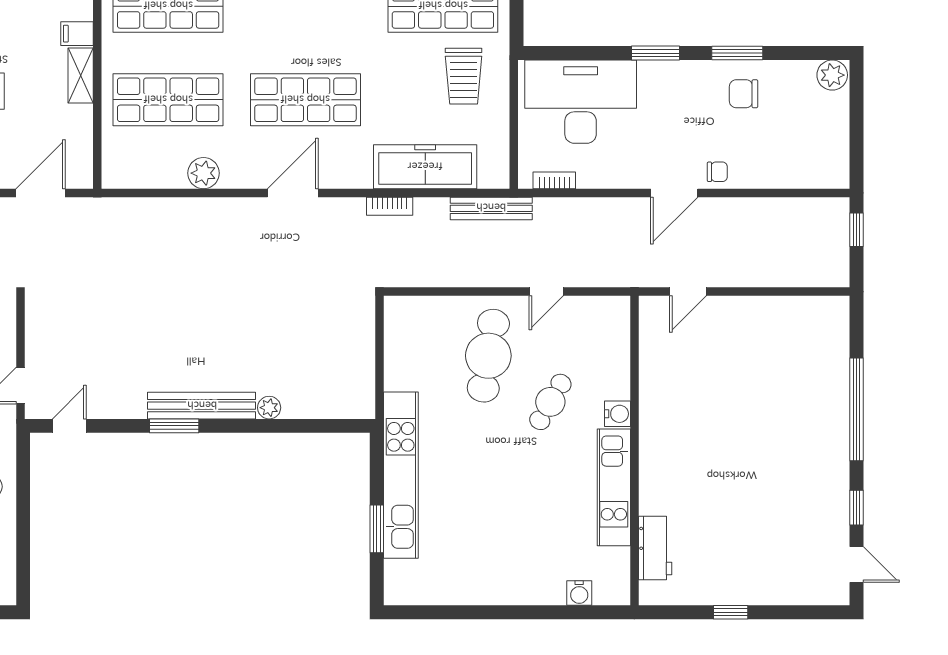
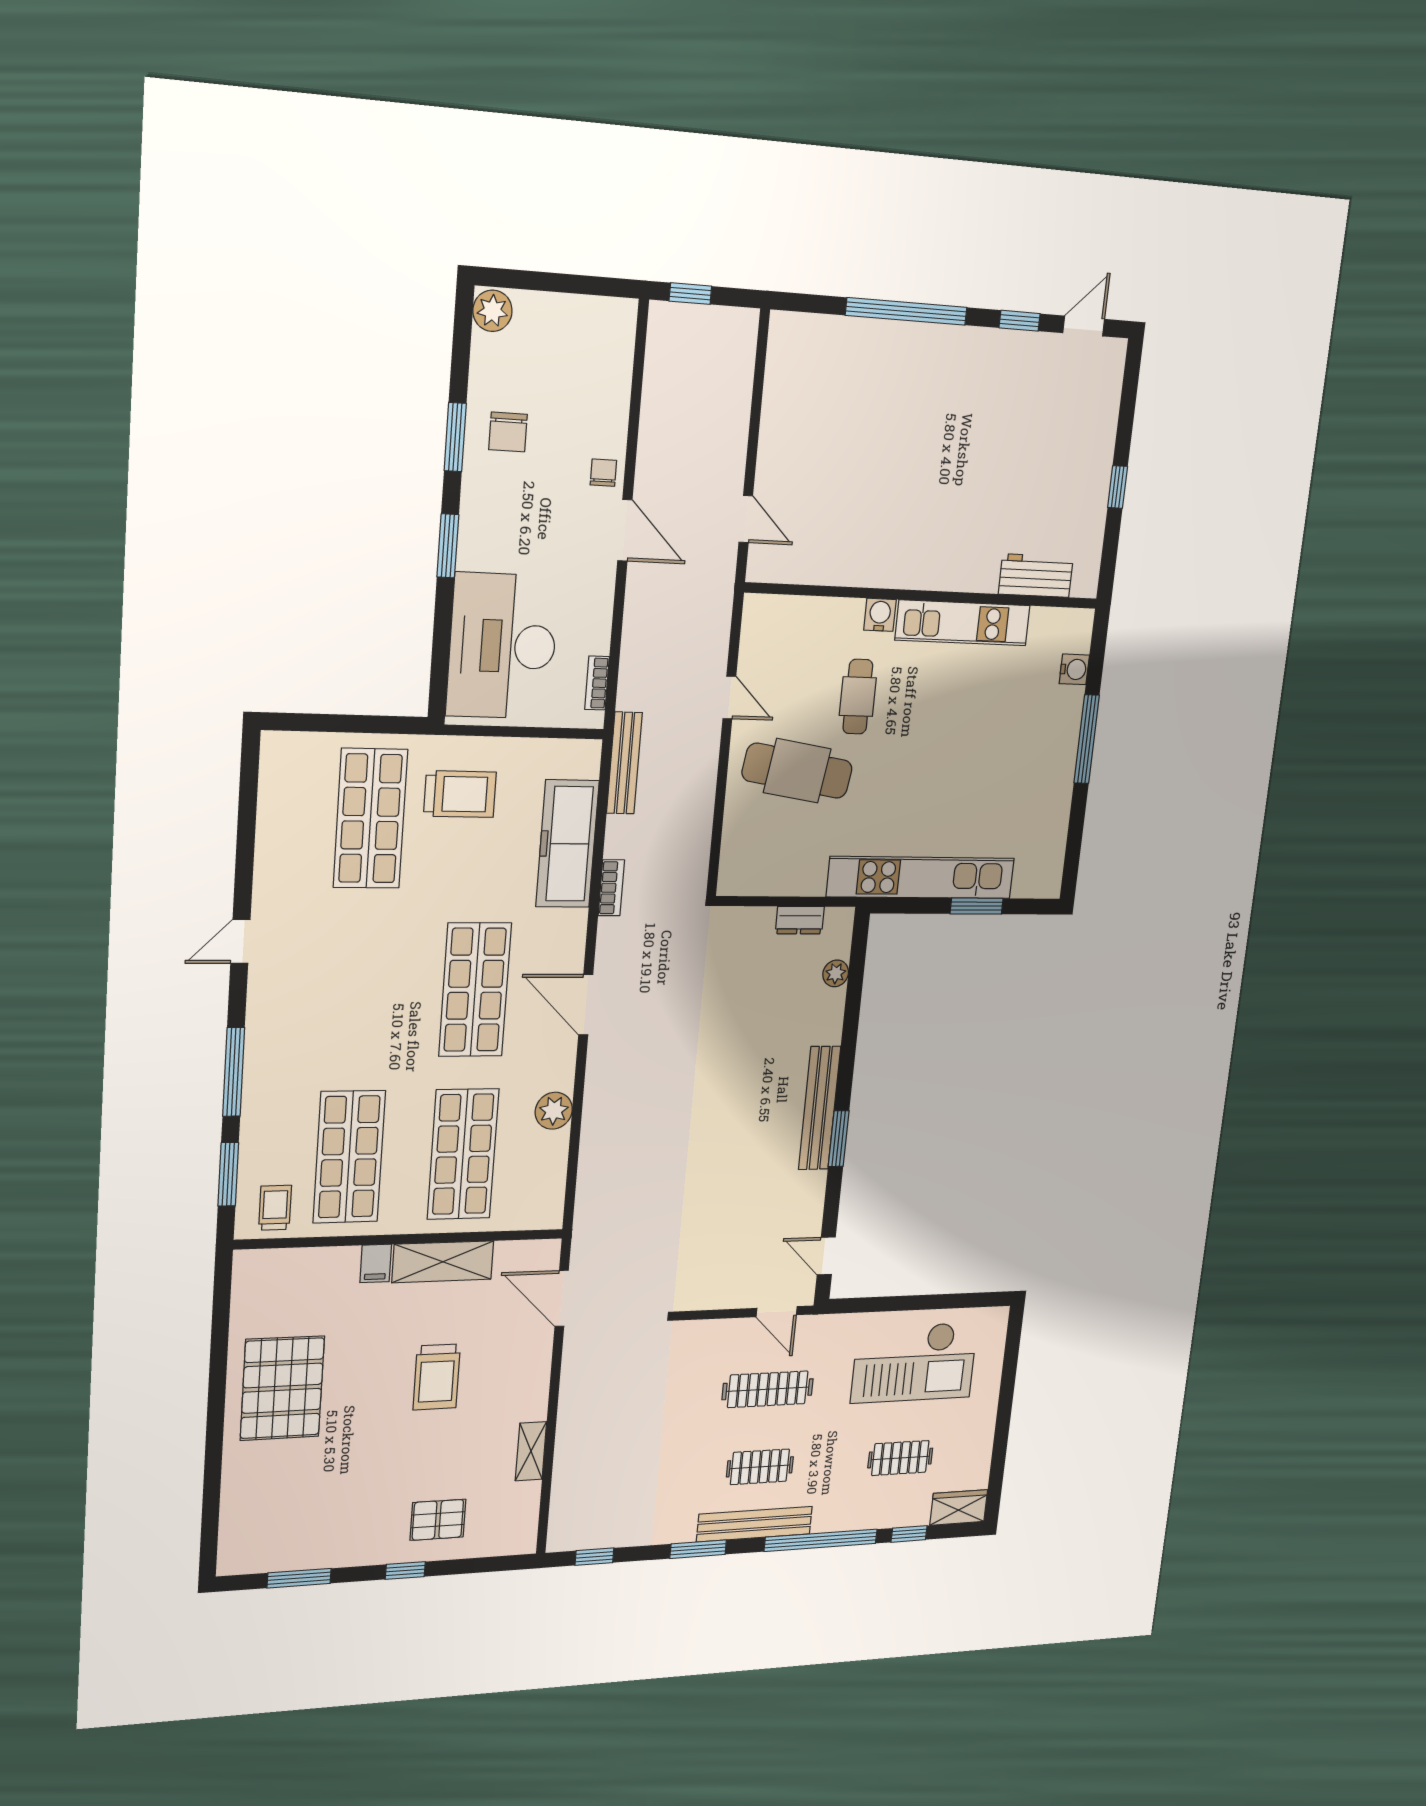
shelving: (81, 76) -> (443, 1262), width x1.50, depth x1.33
dresser: (364, 371) -> (800, 920), added
cafe table: (550, 402) -> (858, 697), turned 60
plant: (269, 408) -> (836, 973), moved
window: (521, 612) -> (1087, 739), added

